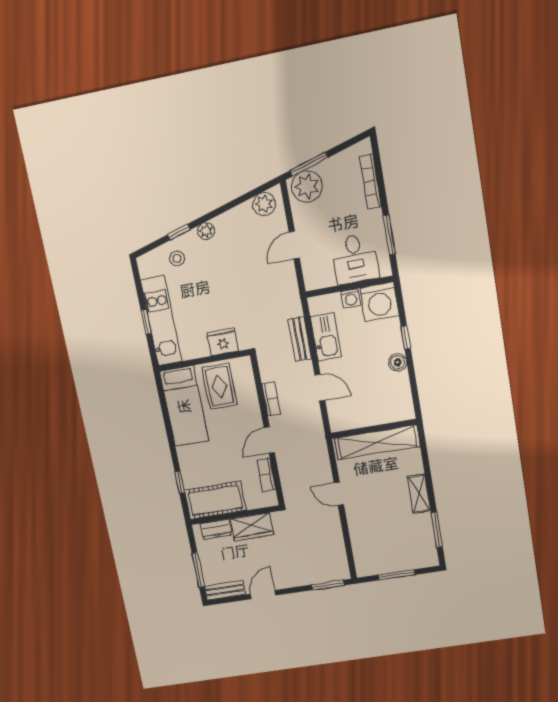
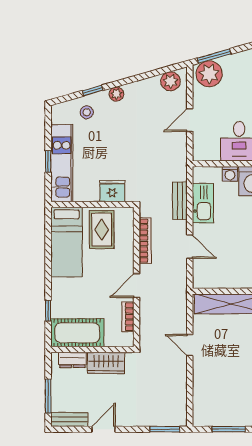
bookcase: (271, 399) -> (145, 241), width x1.56

